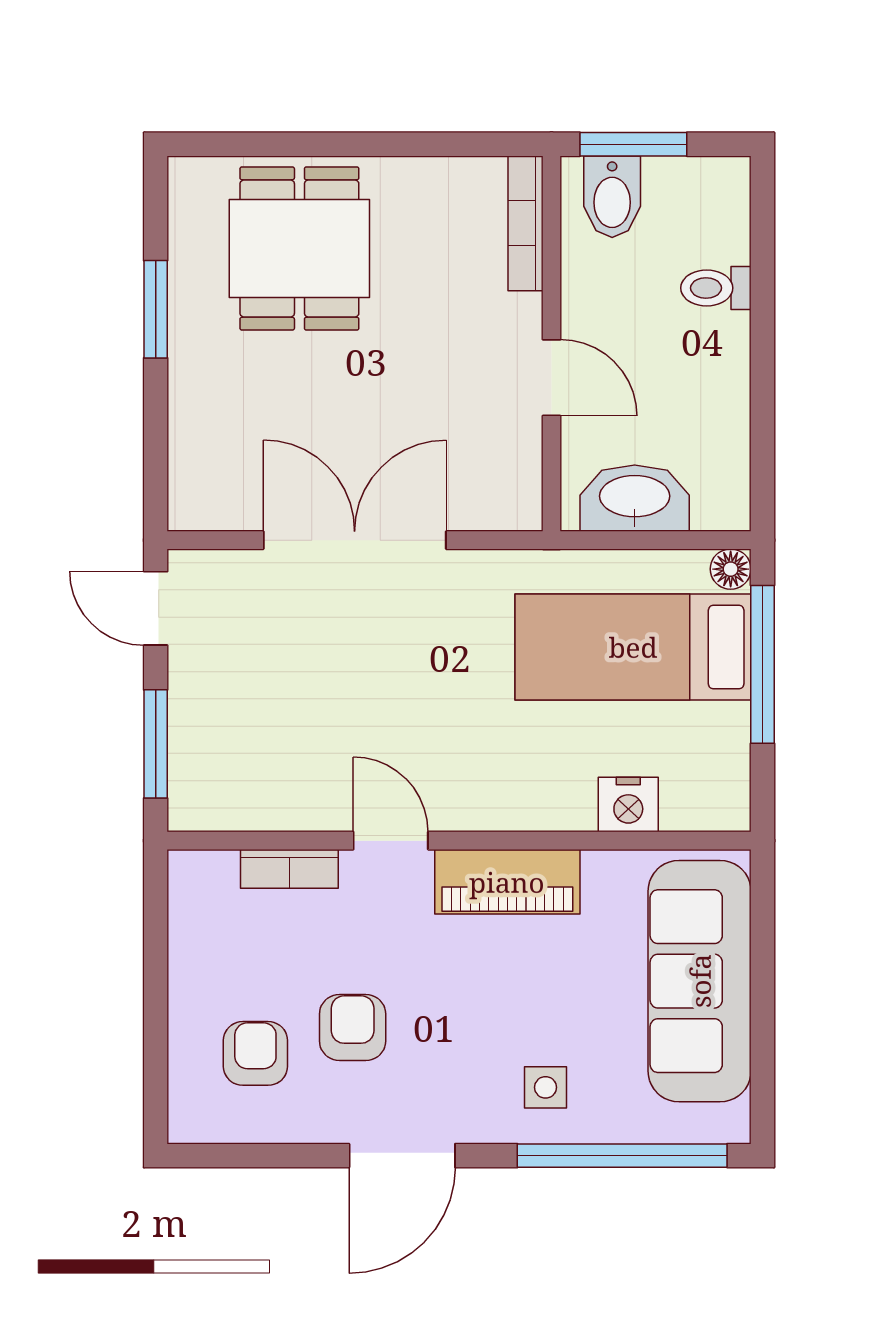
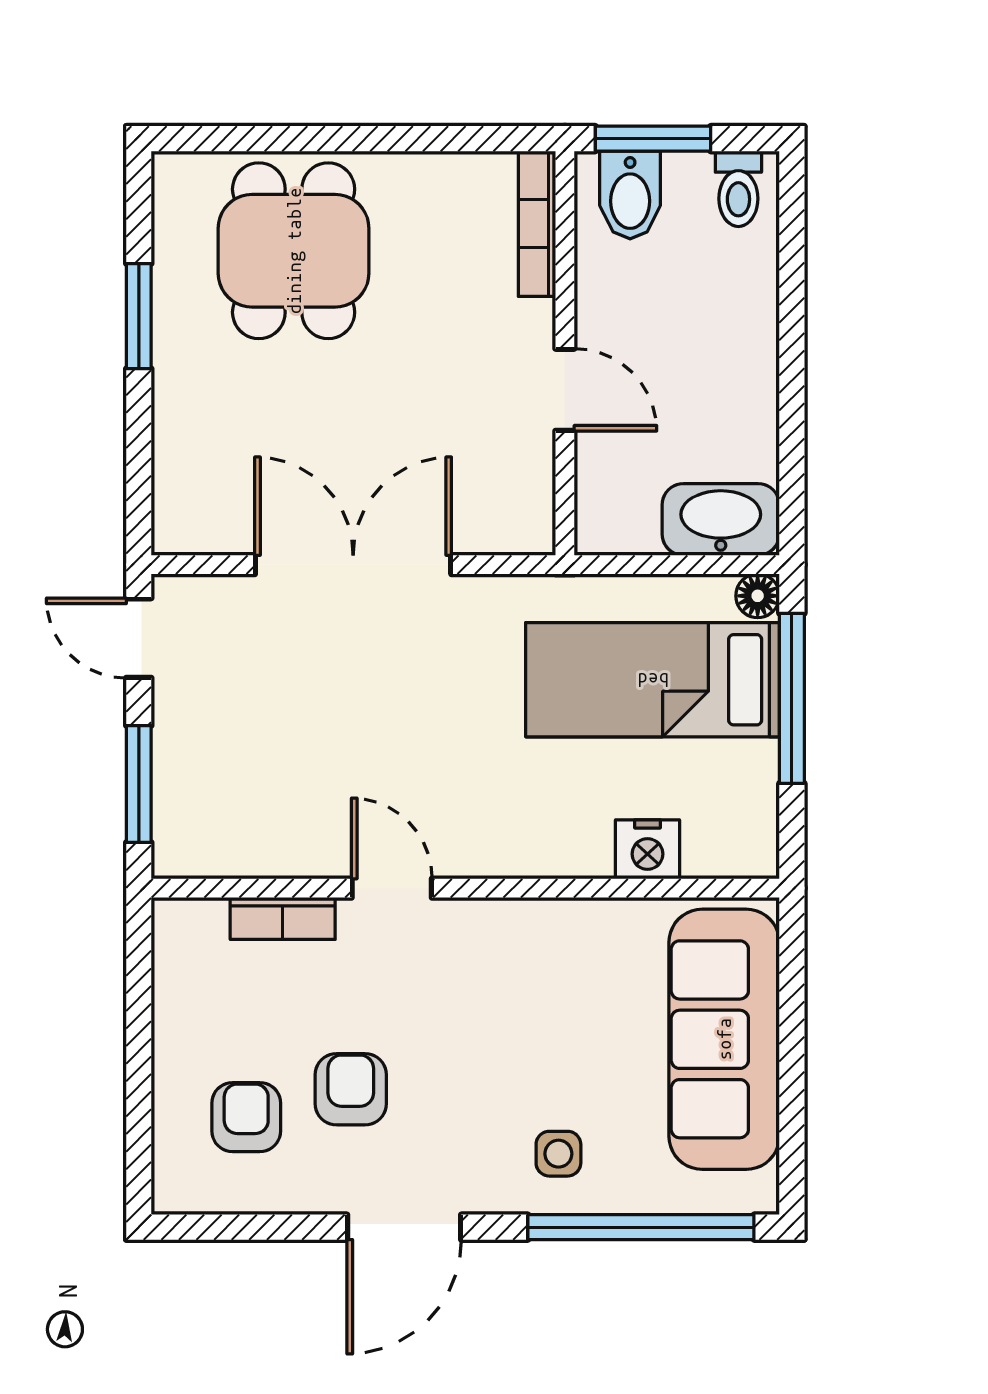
toilet: (716, 288) -> (738, 189), moved, turned -90
washbasin: (635, 498) -> (721, 519), moved
piano: (507, 882) -> (517, 932), removed

